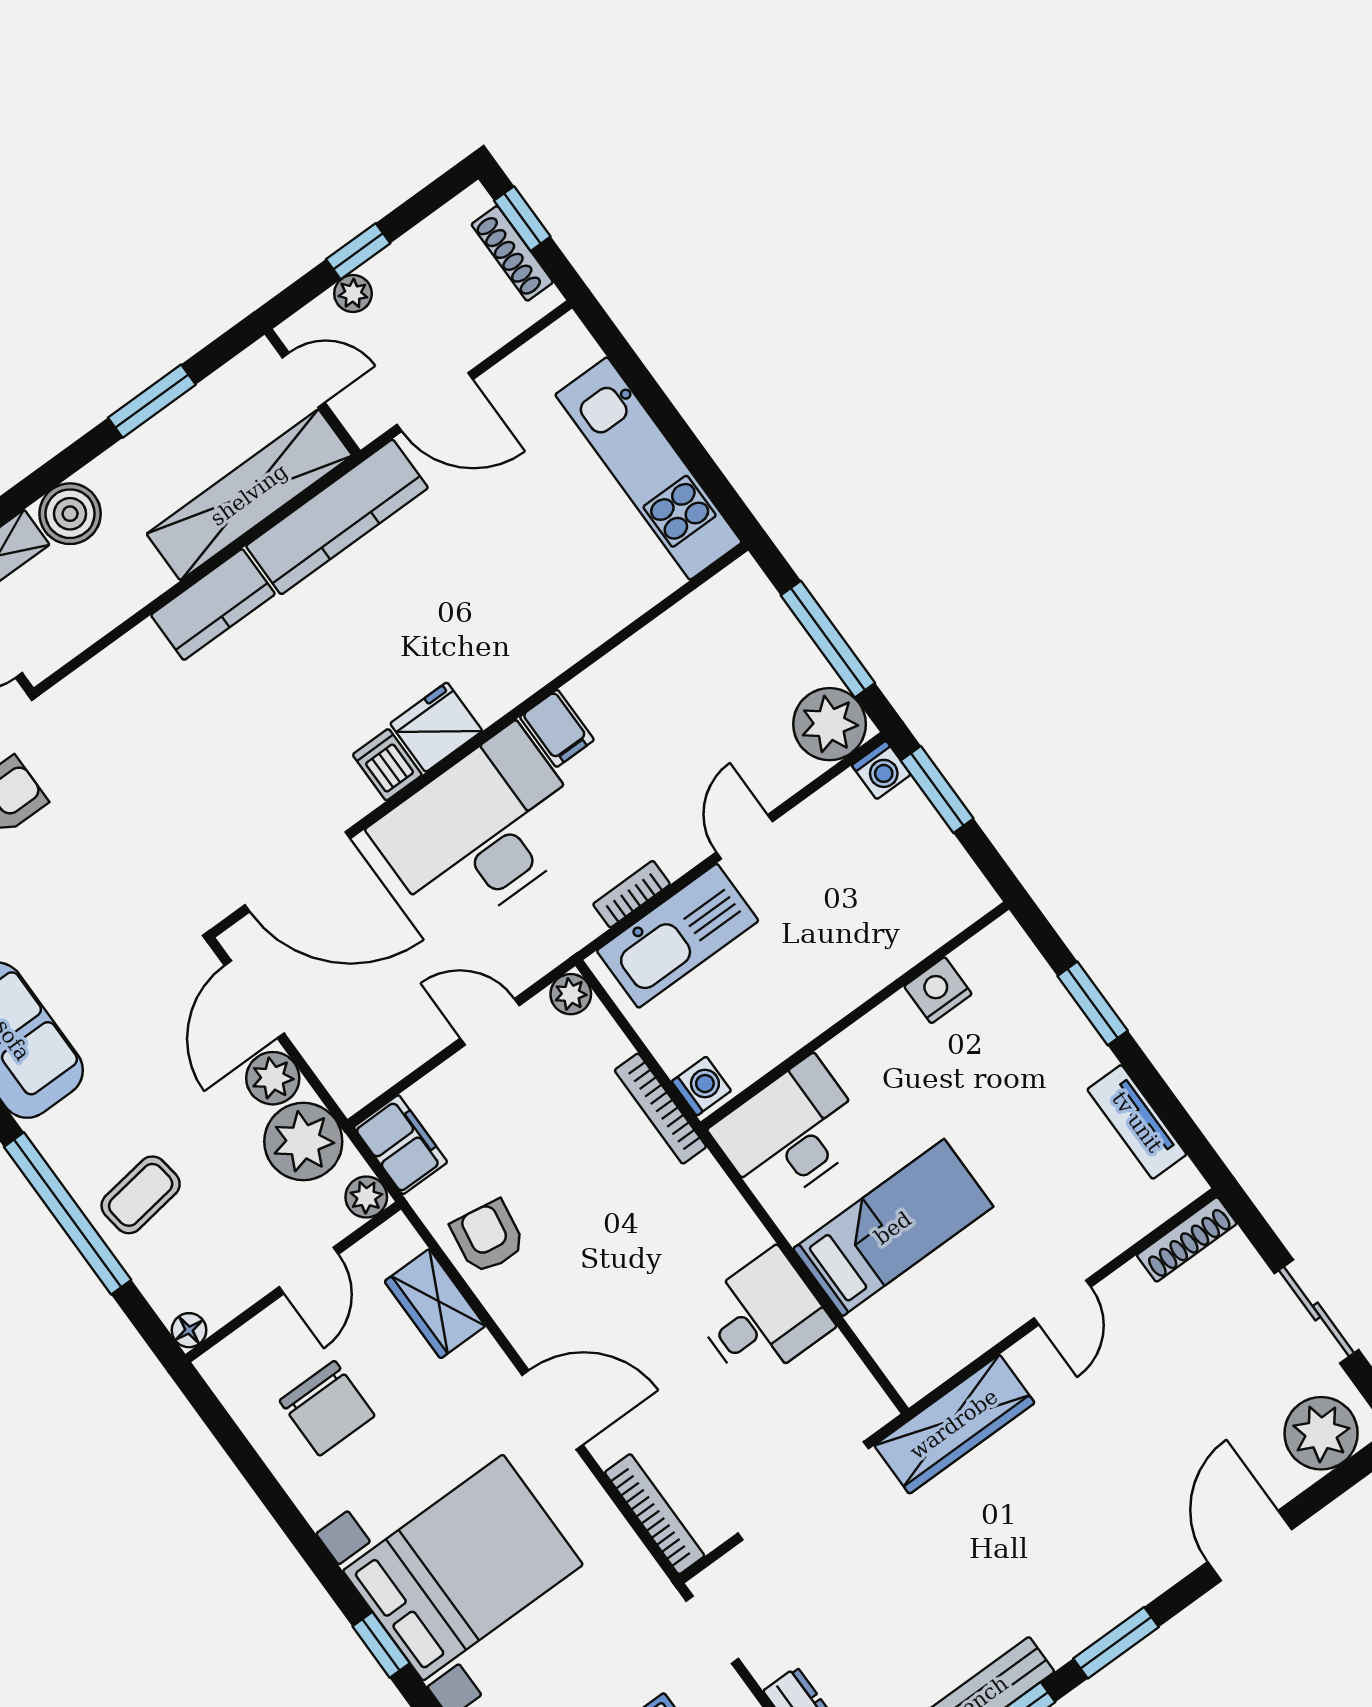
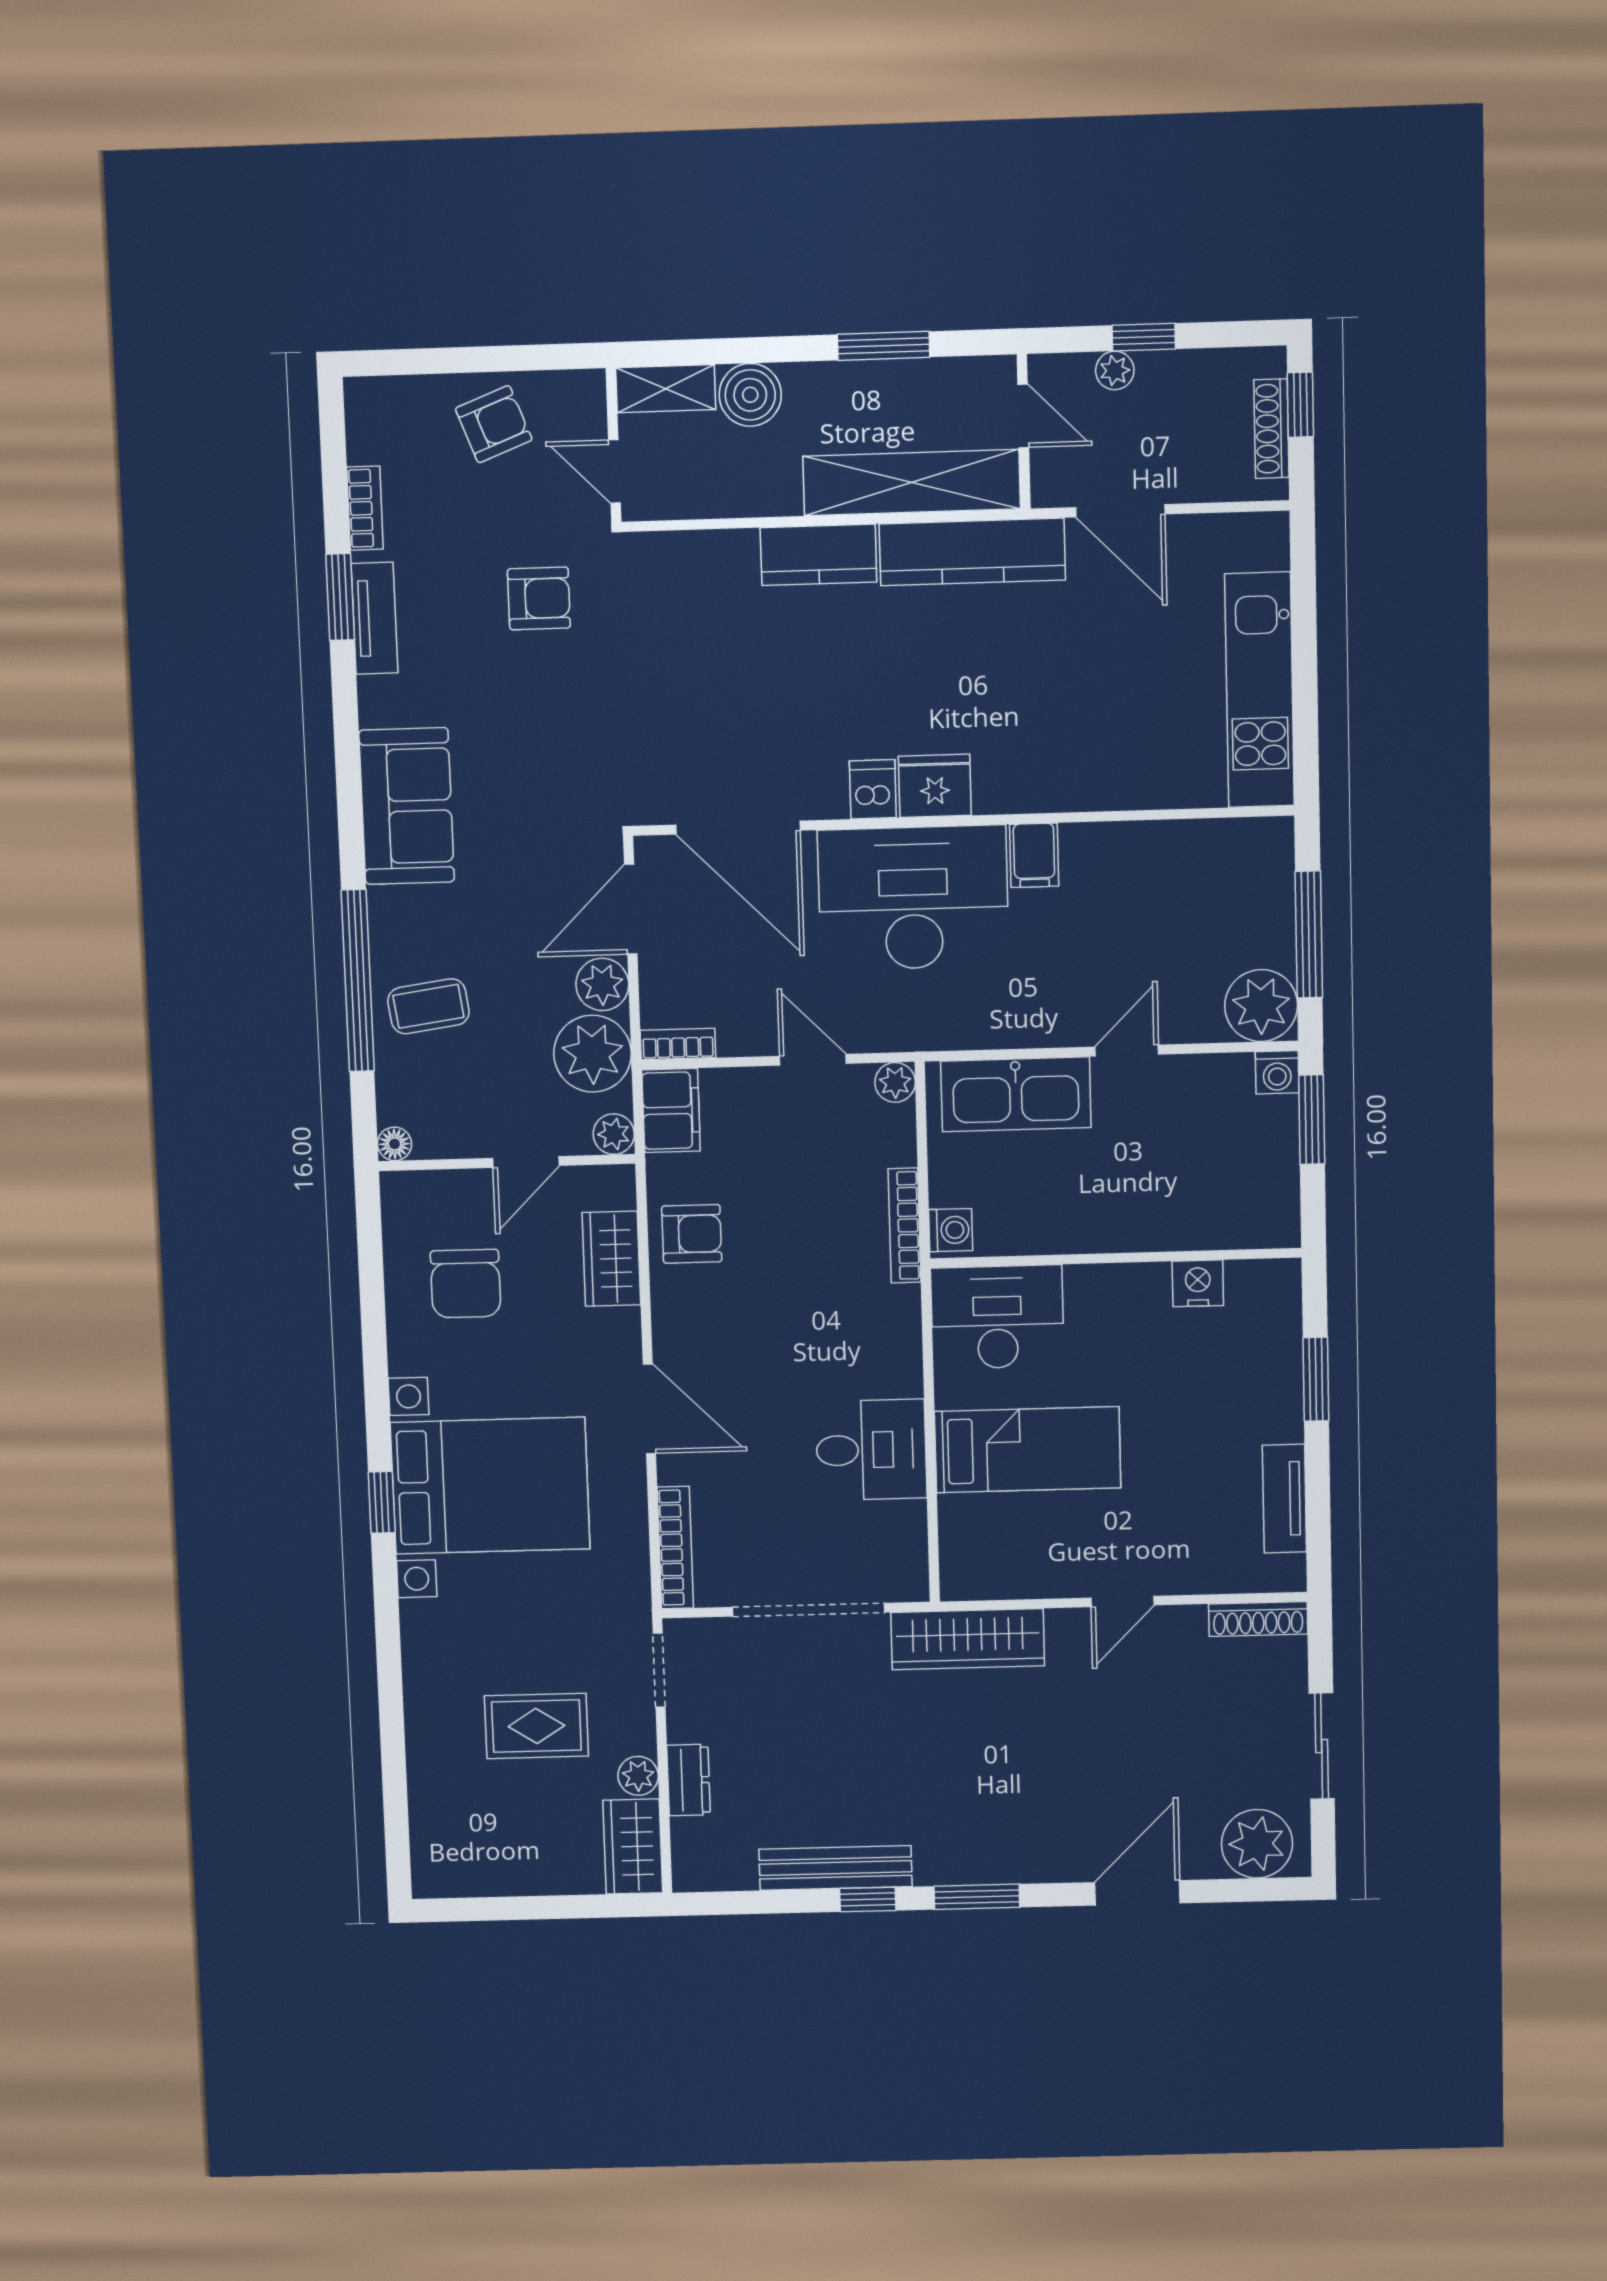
bookcase: (632, 894) -> (678, 1044), moved
armchair: (488, 1237) -> (692, 1234), turned 81

